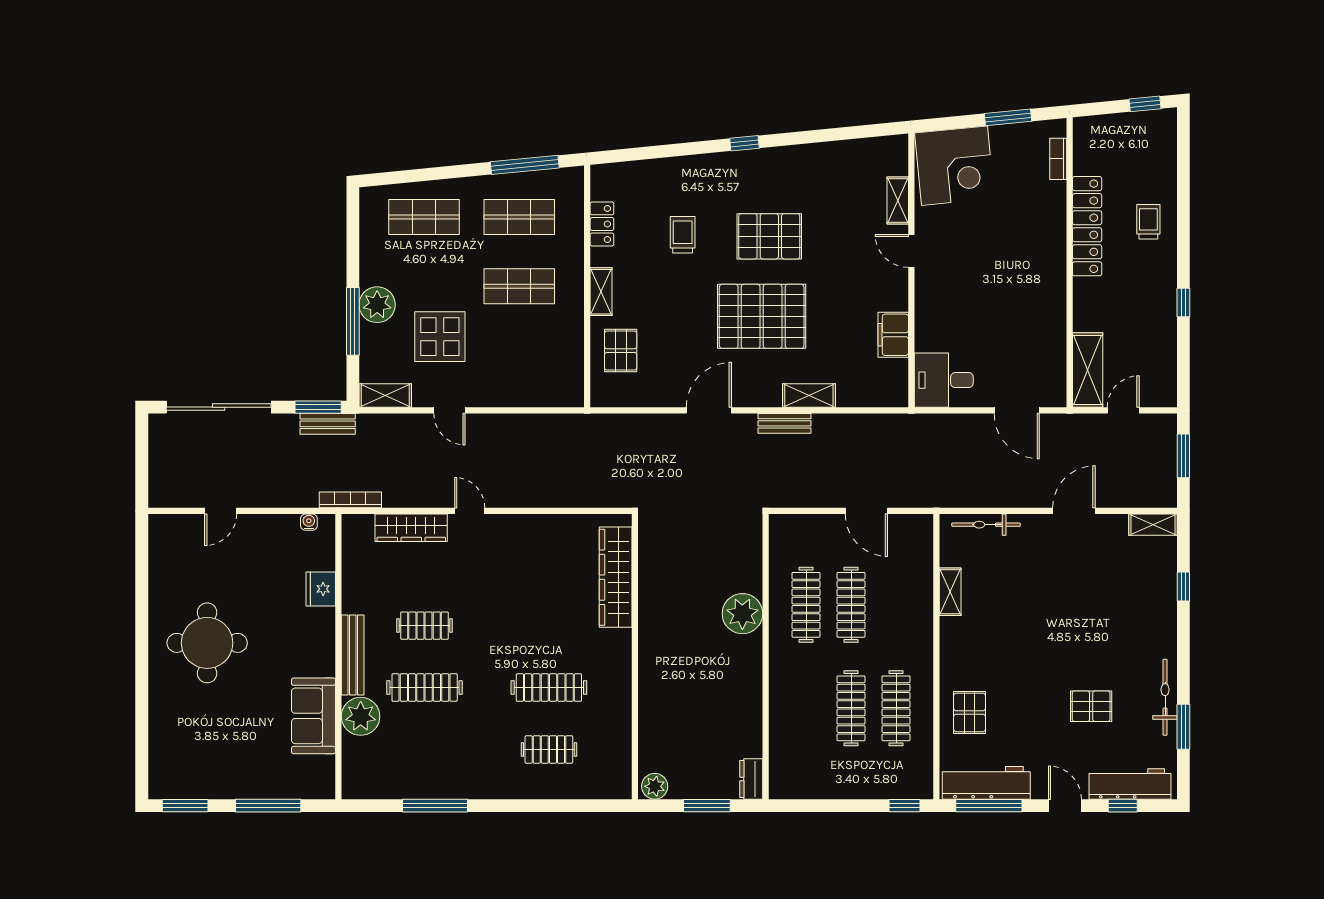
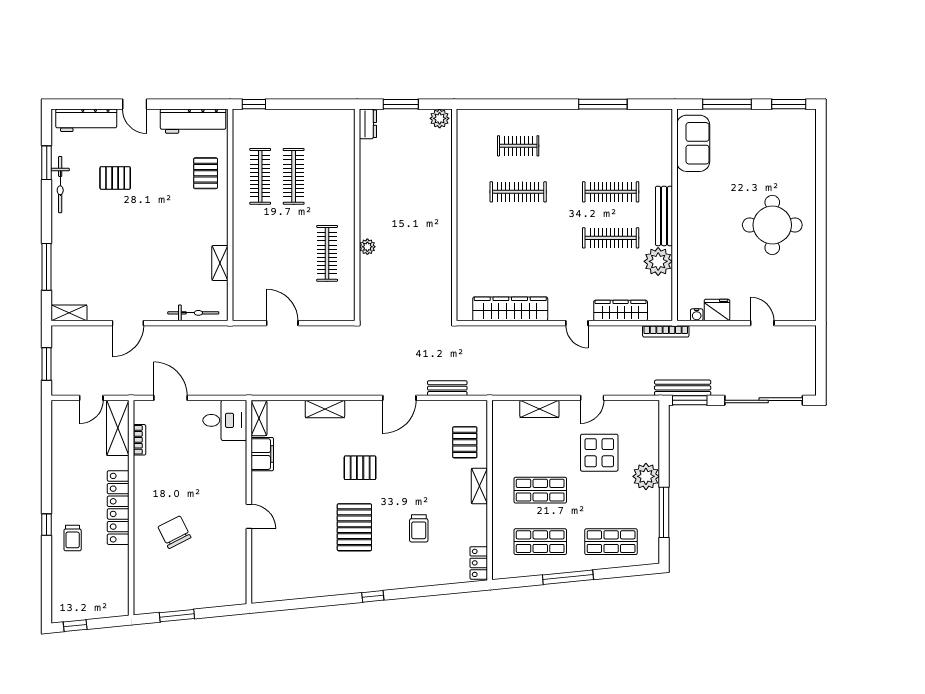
bookcase: (1058, 159) -> (140, 440), moved
window: (525, 165) -> (568, 577), moved
corner desk: (955, 166) -> (217, 580), removed
shelving: (898, 201) -> (259, 418), moved
locker: (602, 224) -> (479, 563), moved
locker: (1087, 226) -> (118, 508), moved
chair: (1011, 230) -> (174, 532), added
pallet: (769, 236) -> (354, 527), turned 90
window: (1183, 302) -> (47, 525), moved
pallet: (762, 316) -> (360, 468), width x0.49, depth x0.50
window: (353, 321) -> (664, 512), moved
shelving: (385, 396) -> (539, 409), moved
door: (449, 410) -> (592, 398), swing flipped
bench: (784, 423) -> (447, 388), moved
bench: (328, 424) -> (683, 388), width x1.36
door: (221, 511) -> (762, 323), hinge flipped
wardrobe: (616, 577) -> (510, 309), moved, turned -90
window: (1183, 587) -> (47, 267), width x2.17
fridge: (321, 589) -> (717, 310), moved, turned -90
clothes rail: (851, 605) -> (294, 253), removed
plant: (742, 614) -> (367, 247), width x0.53, depth x0.53
clothes rail: (425, 626) -> (611, 238), width x1.36
sofa: (313, 716) -> (693, 143), moved
plant: (361, 716) -> (658, 261), moved
window: (989, 806) -> (191, 104), removed
window: (1123, 806) -> (92, 104), removed

